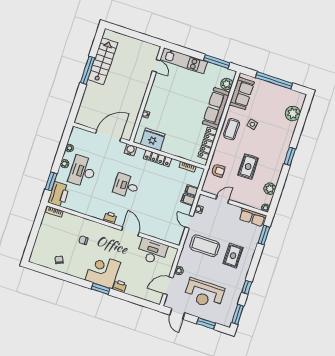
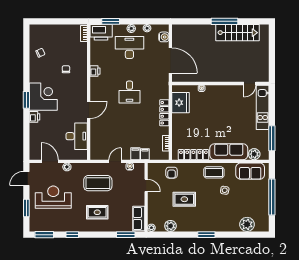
water cooler: (130, 150) -> (164, 37), moved
desk: (126, 186) -> (129, 92), turned 180
printer: (110, 218) -> (95, 71), moved
coffee table: (205, 246) -> (98, 183), turned 90
reception desk: (204, 294) -> (53, 197), turned 90

